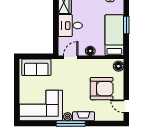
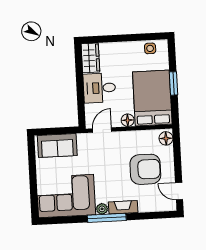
bed: (114, 35) -> (152, 98), width x1.50

